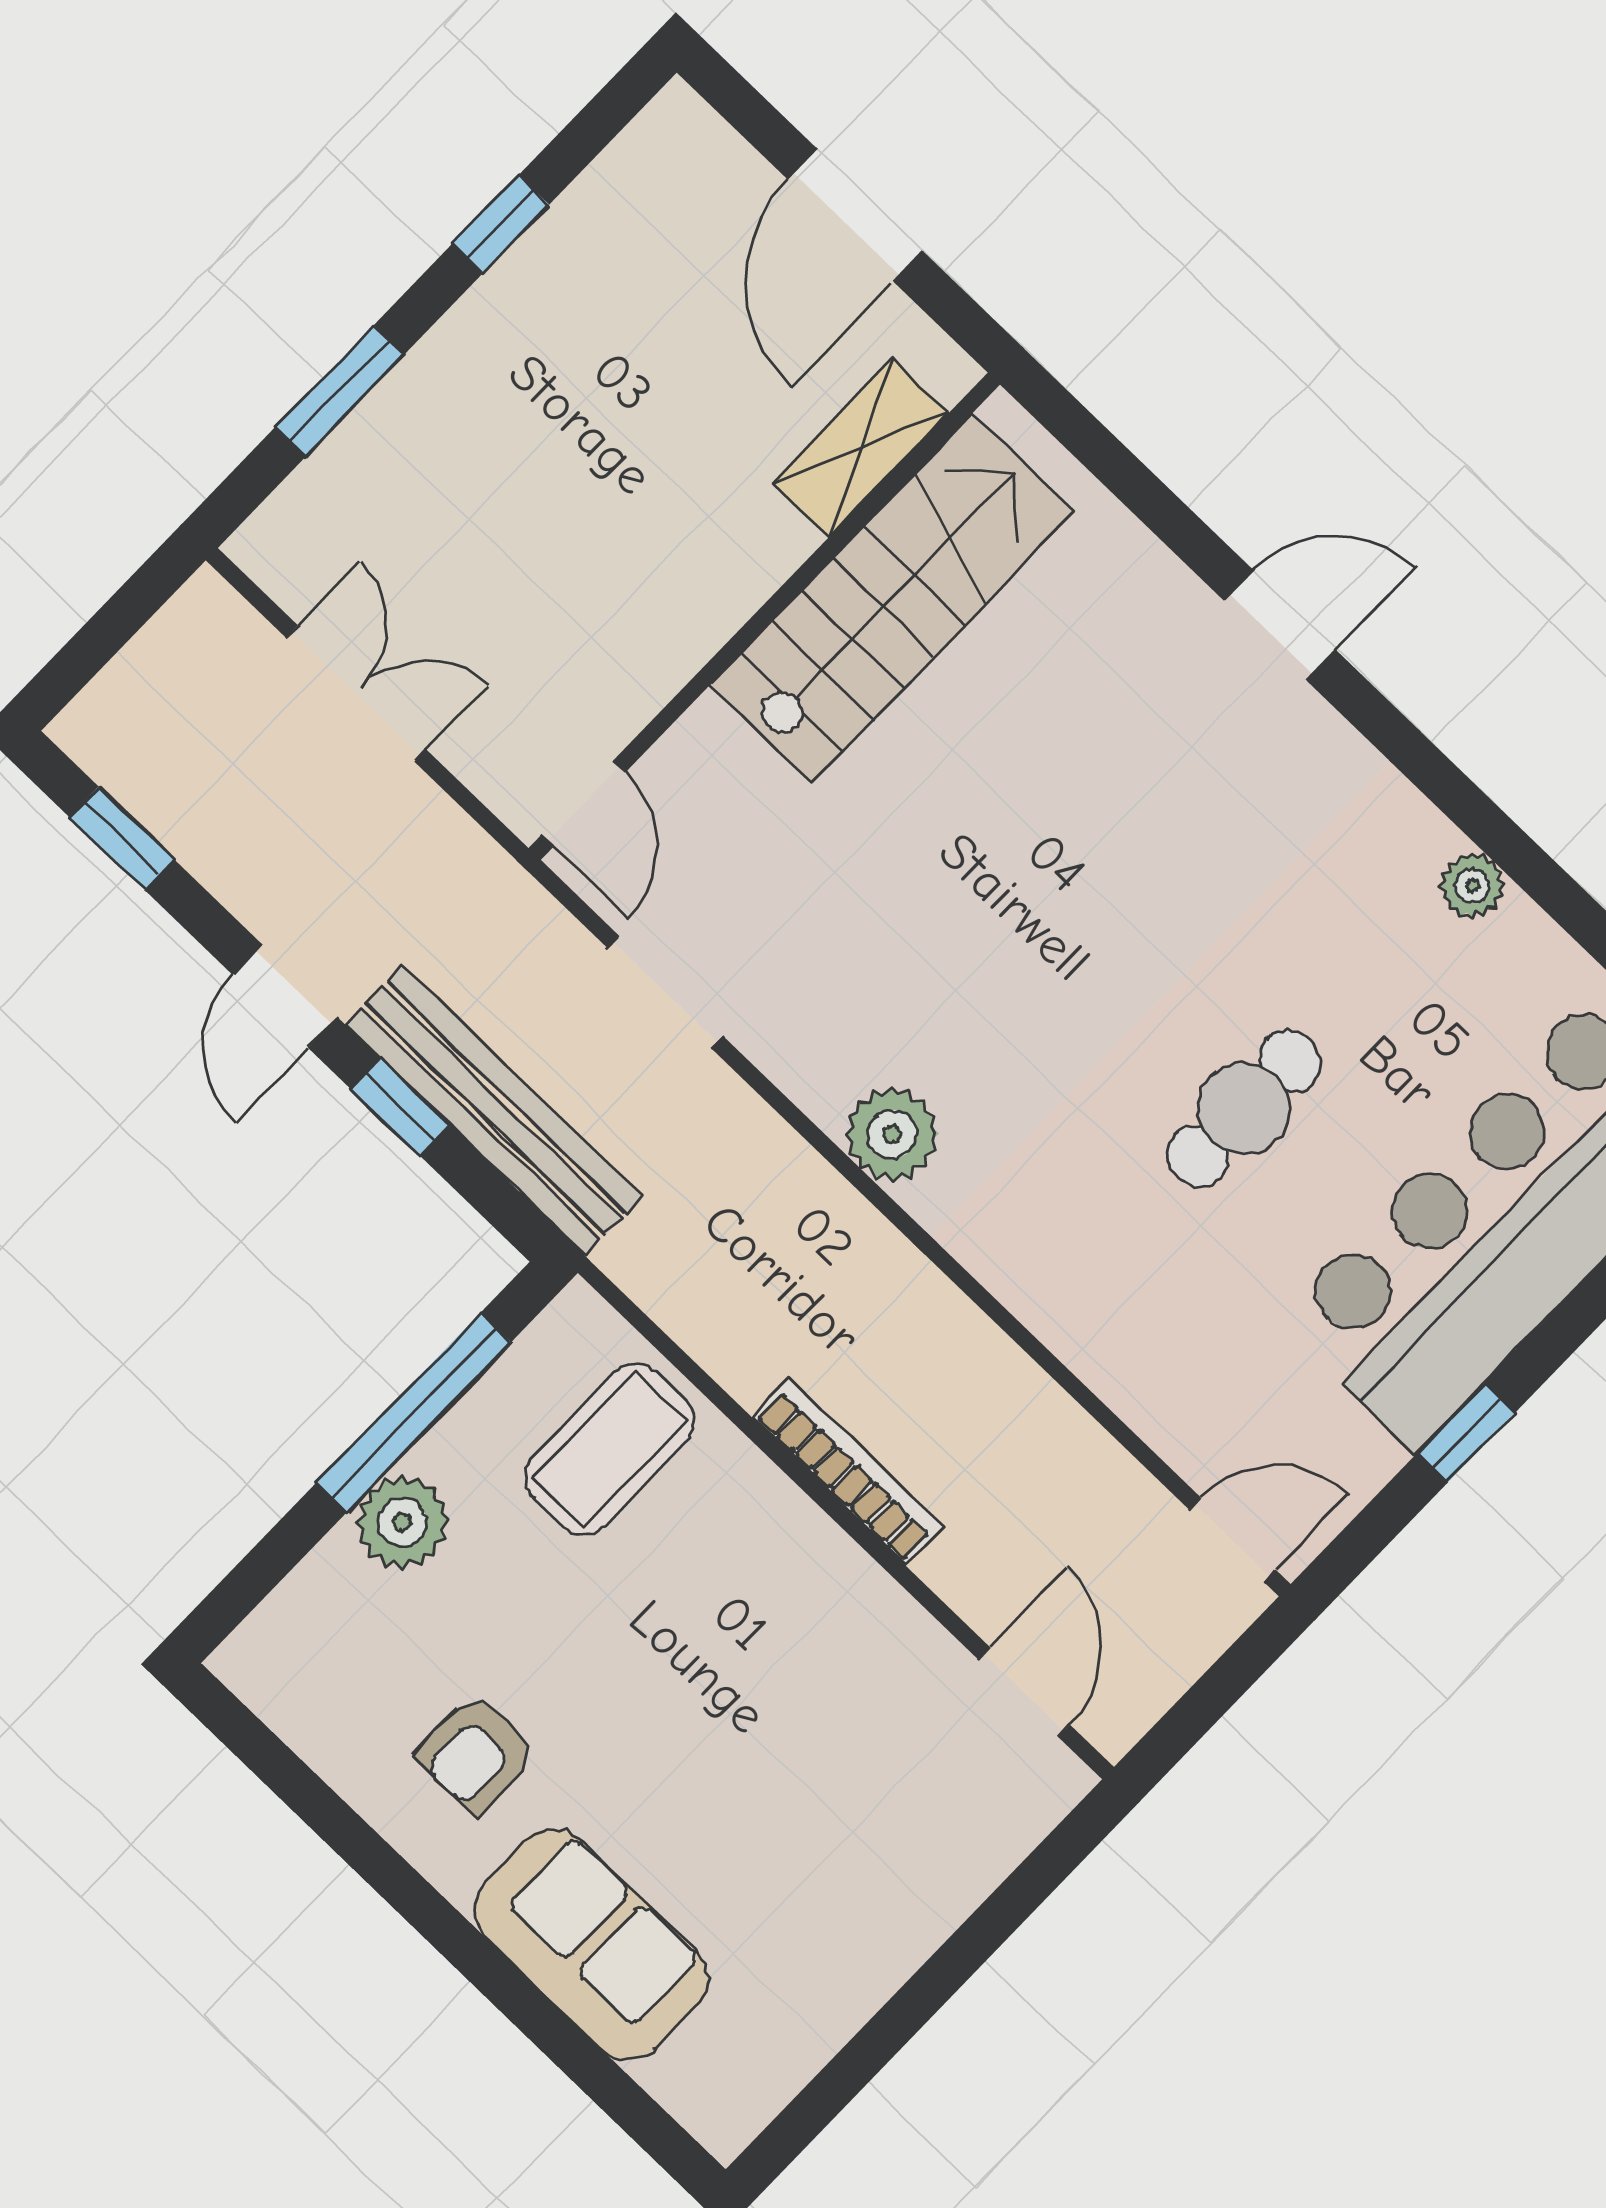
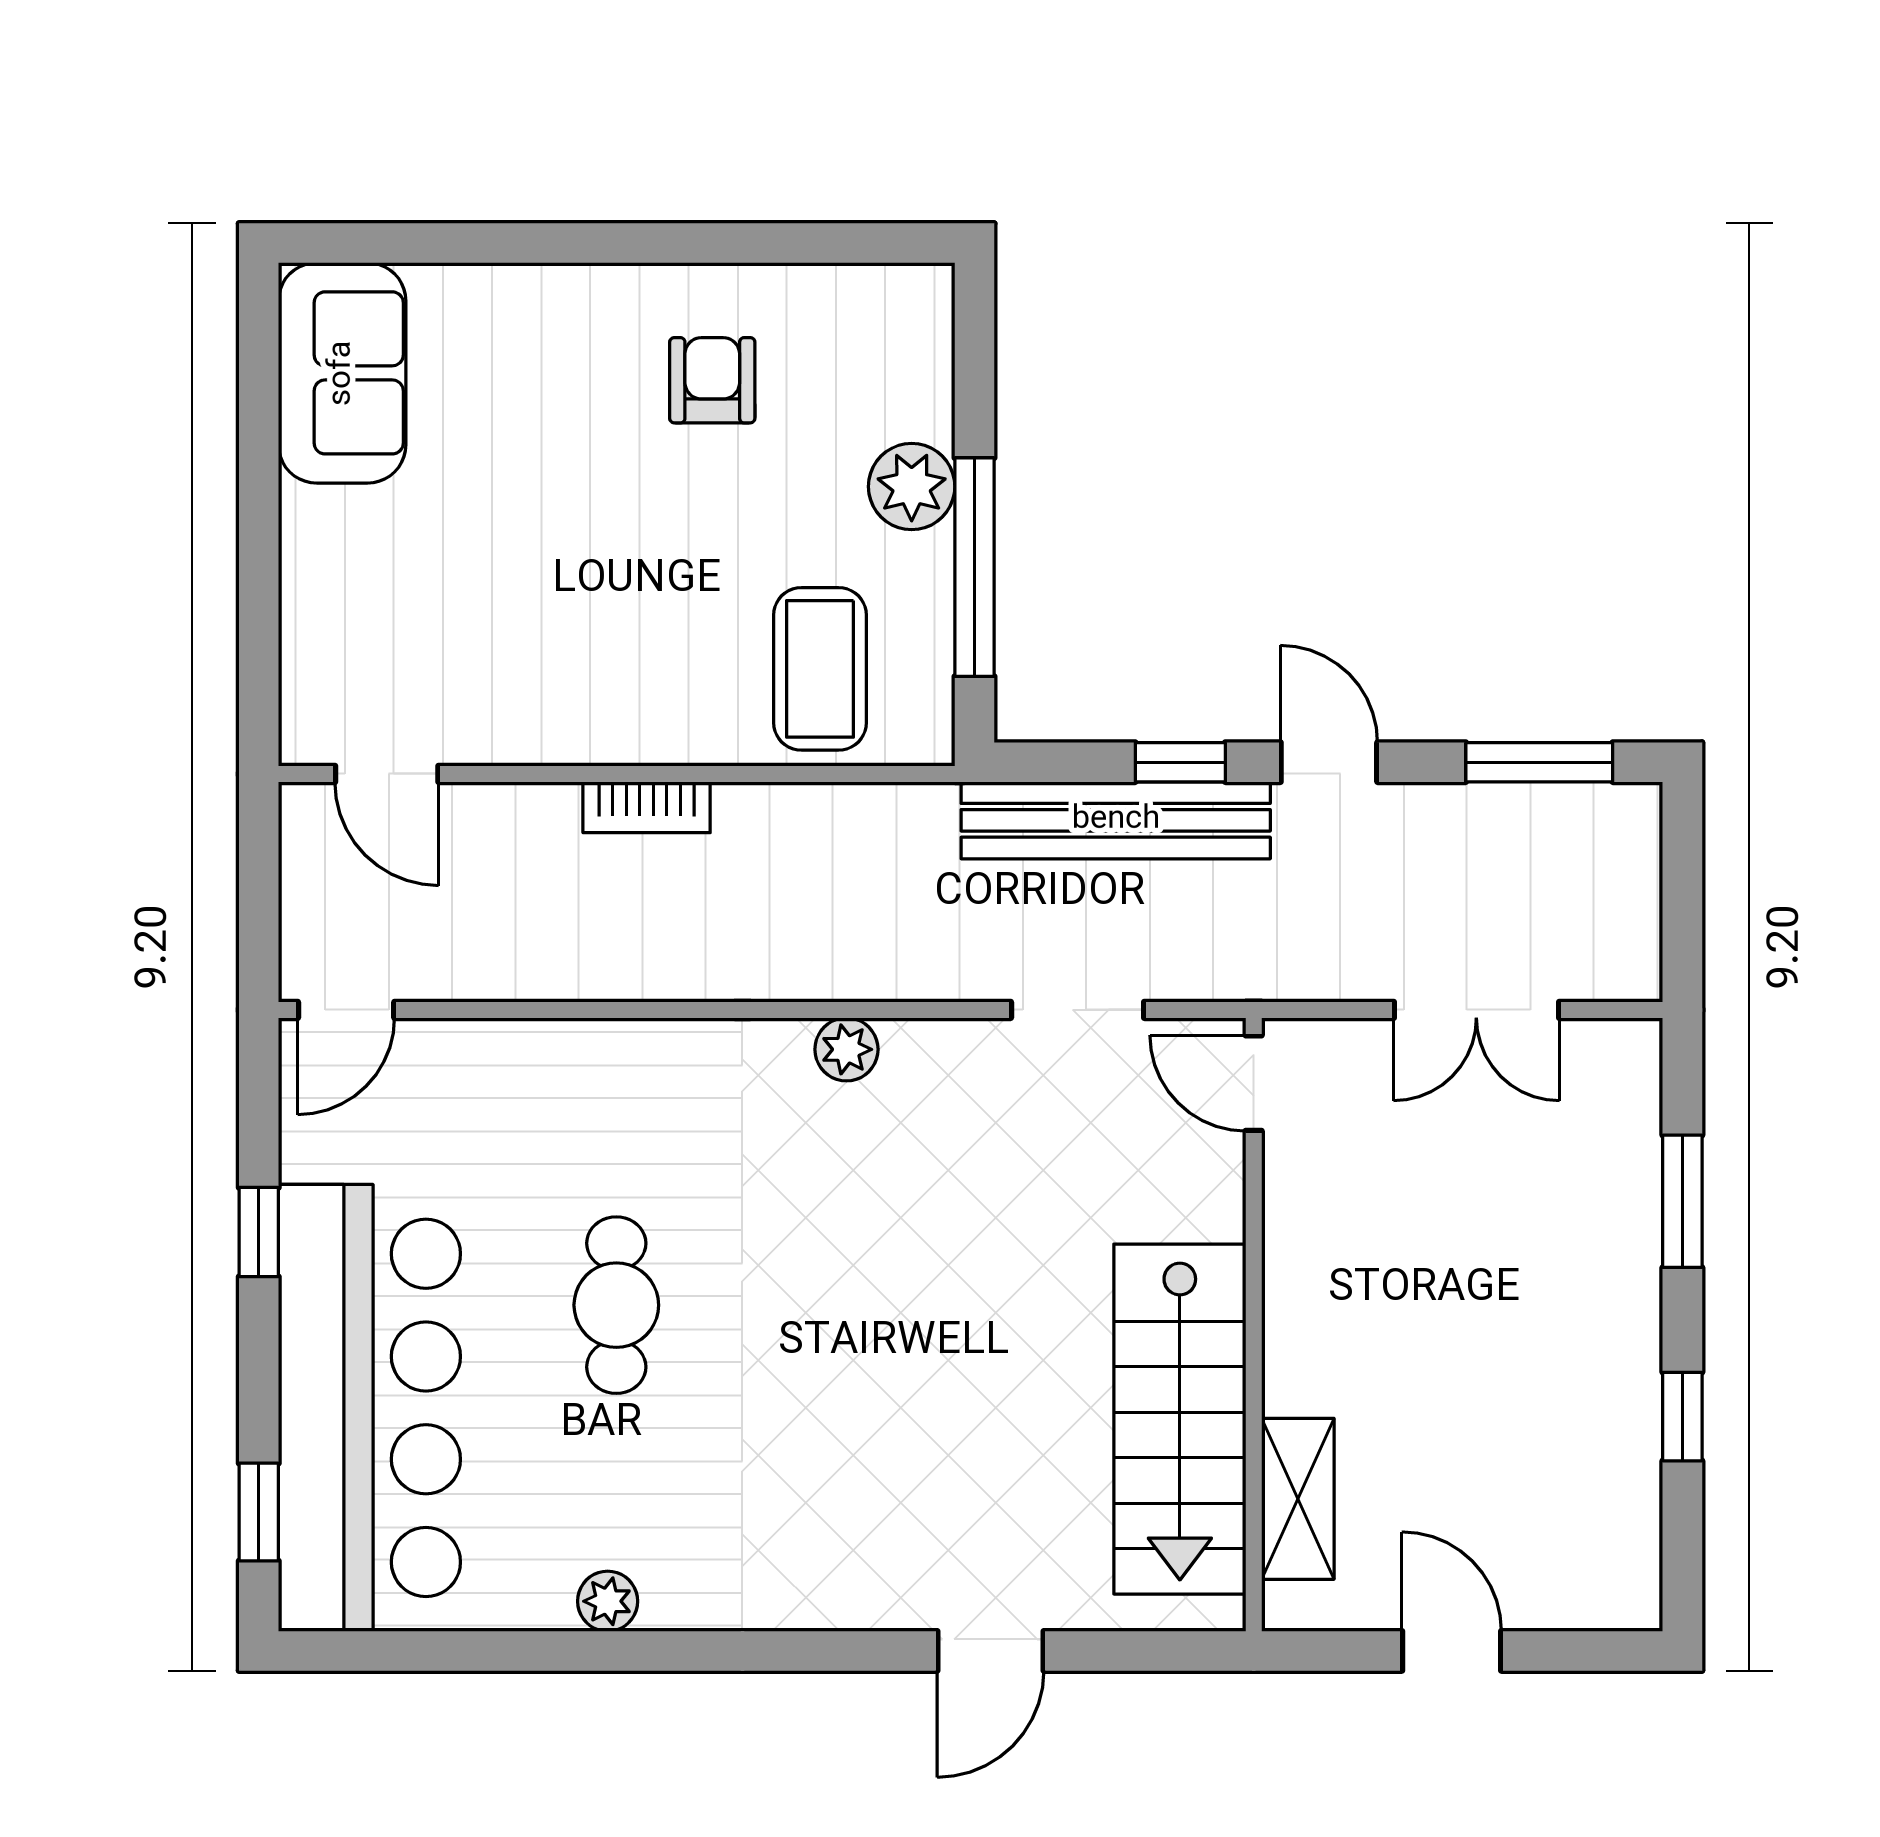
door: (855, 215) -> (1452, 1651), width x0.73
door: (1280, 625) -> (991, 1651), moved
window: (122, 839) -> (1539, 762), width x1.50
plant: (892, 1134) -> (846, 1049), width x0.73, depth x0.73
bookcase: (848, 1472) -> (647, 807), width x0.64
sofa: (591, 1944) -> (342, 373), moved, turned -90

